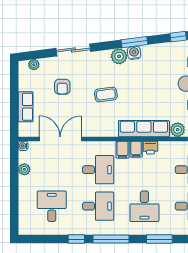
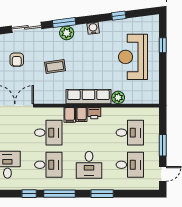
window: (134, 42) -> (64, 23), moved
water cooler: (134, 53) -> (93, 28), moved

